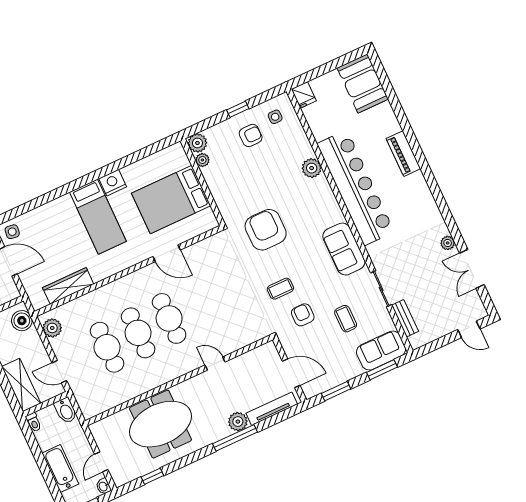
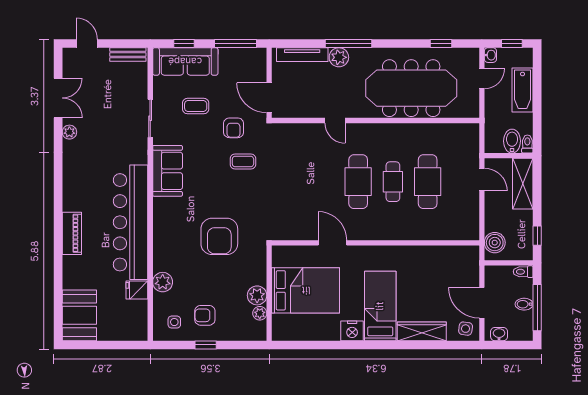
fridge: (304, 95) -> (137, 290), moved, turned -90
plant: (197, 143) -> (257, 295), moved
plant: (312, 168) -> (163, 282), moved
armchair: (266, 230) -> (219, 236), moved
wardrobe: (68, 286) -> (422, 331), moved, turned 180
bench: (405, 318) -> (128, 55), moved, turned 90
coffee table: (346, 319) -> (196, 106), turned 90
plant: (52, 328) -> (470, 223), removed
cafe table: (138, 333) -> (393, 182), width x0.73, depth x0.74
sofa: (381, 351) -> (185, 61), width x1.36
window: (382, 370) -> (184, 43), width x0.67
door: (291, 373) -> (269, 98), moved
window: (336, 391) -> (235, 43), width x1.44
bidet: (66, 410) -> (512, 141), moved
meeting table: (160, 424) -> (411, 88), width x1.36

